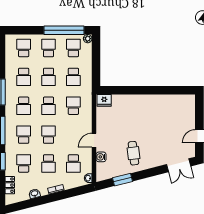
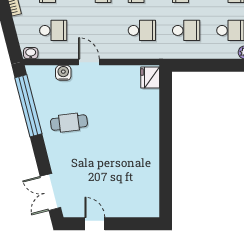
school desk: (73, 77) -> (186, 30), turned 180
school desk: (73, 163) -> (53, 30), turned 180
window: (122, 180) -> (28, 106), width x2.11

